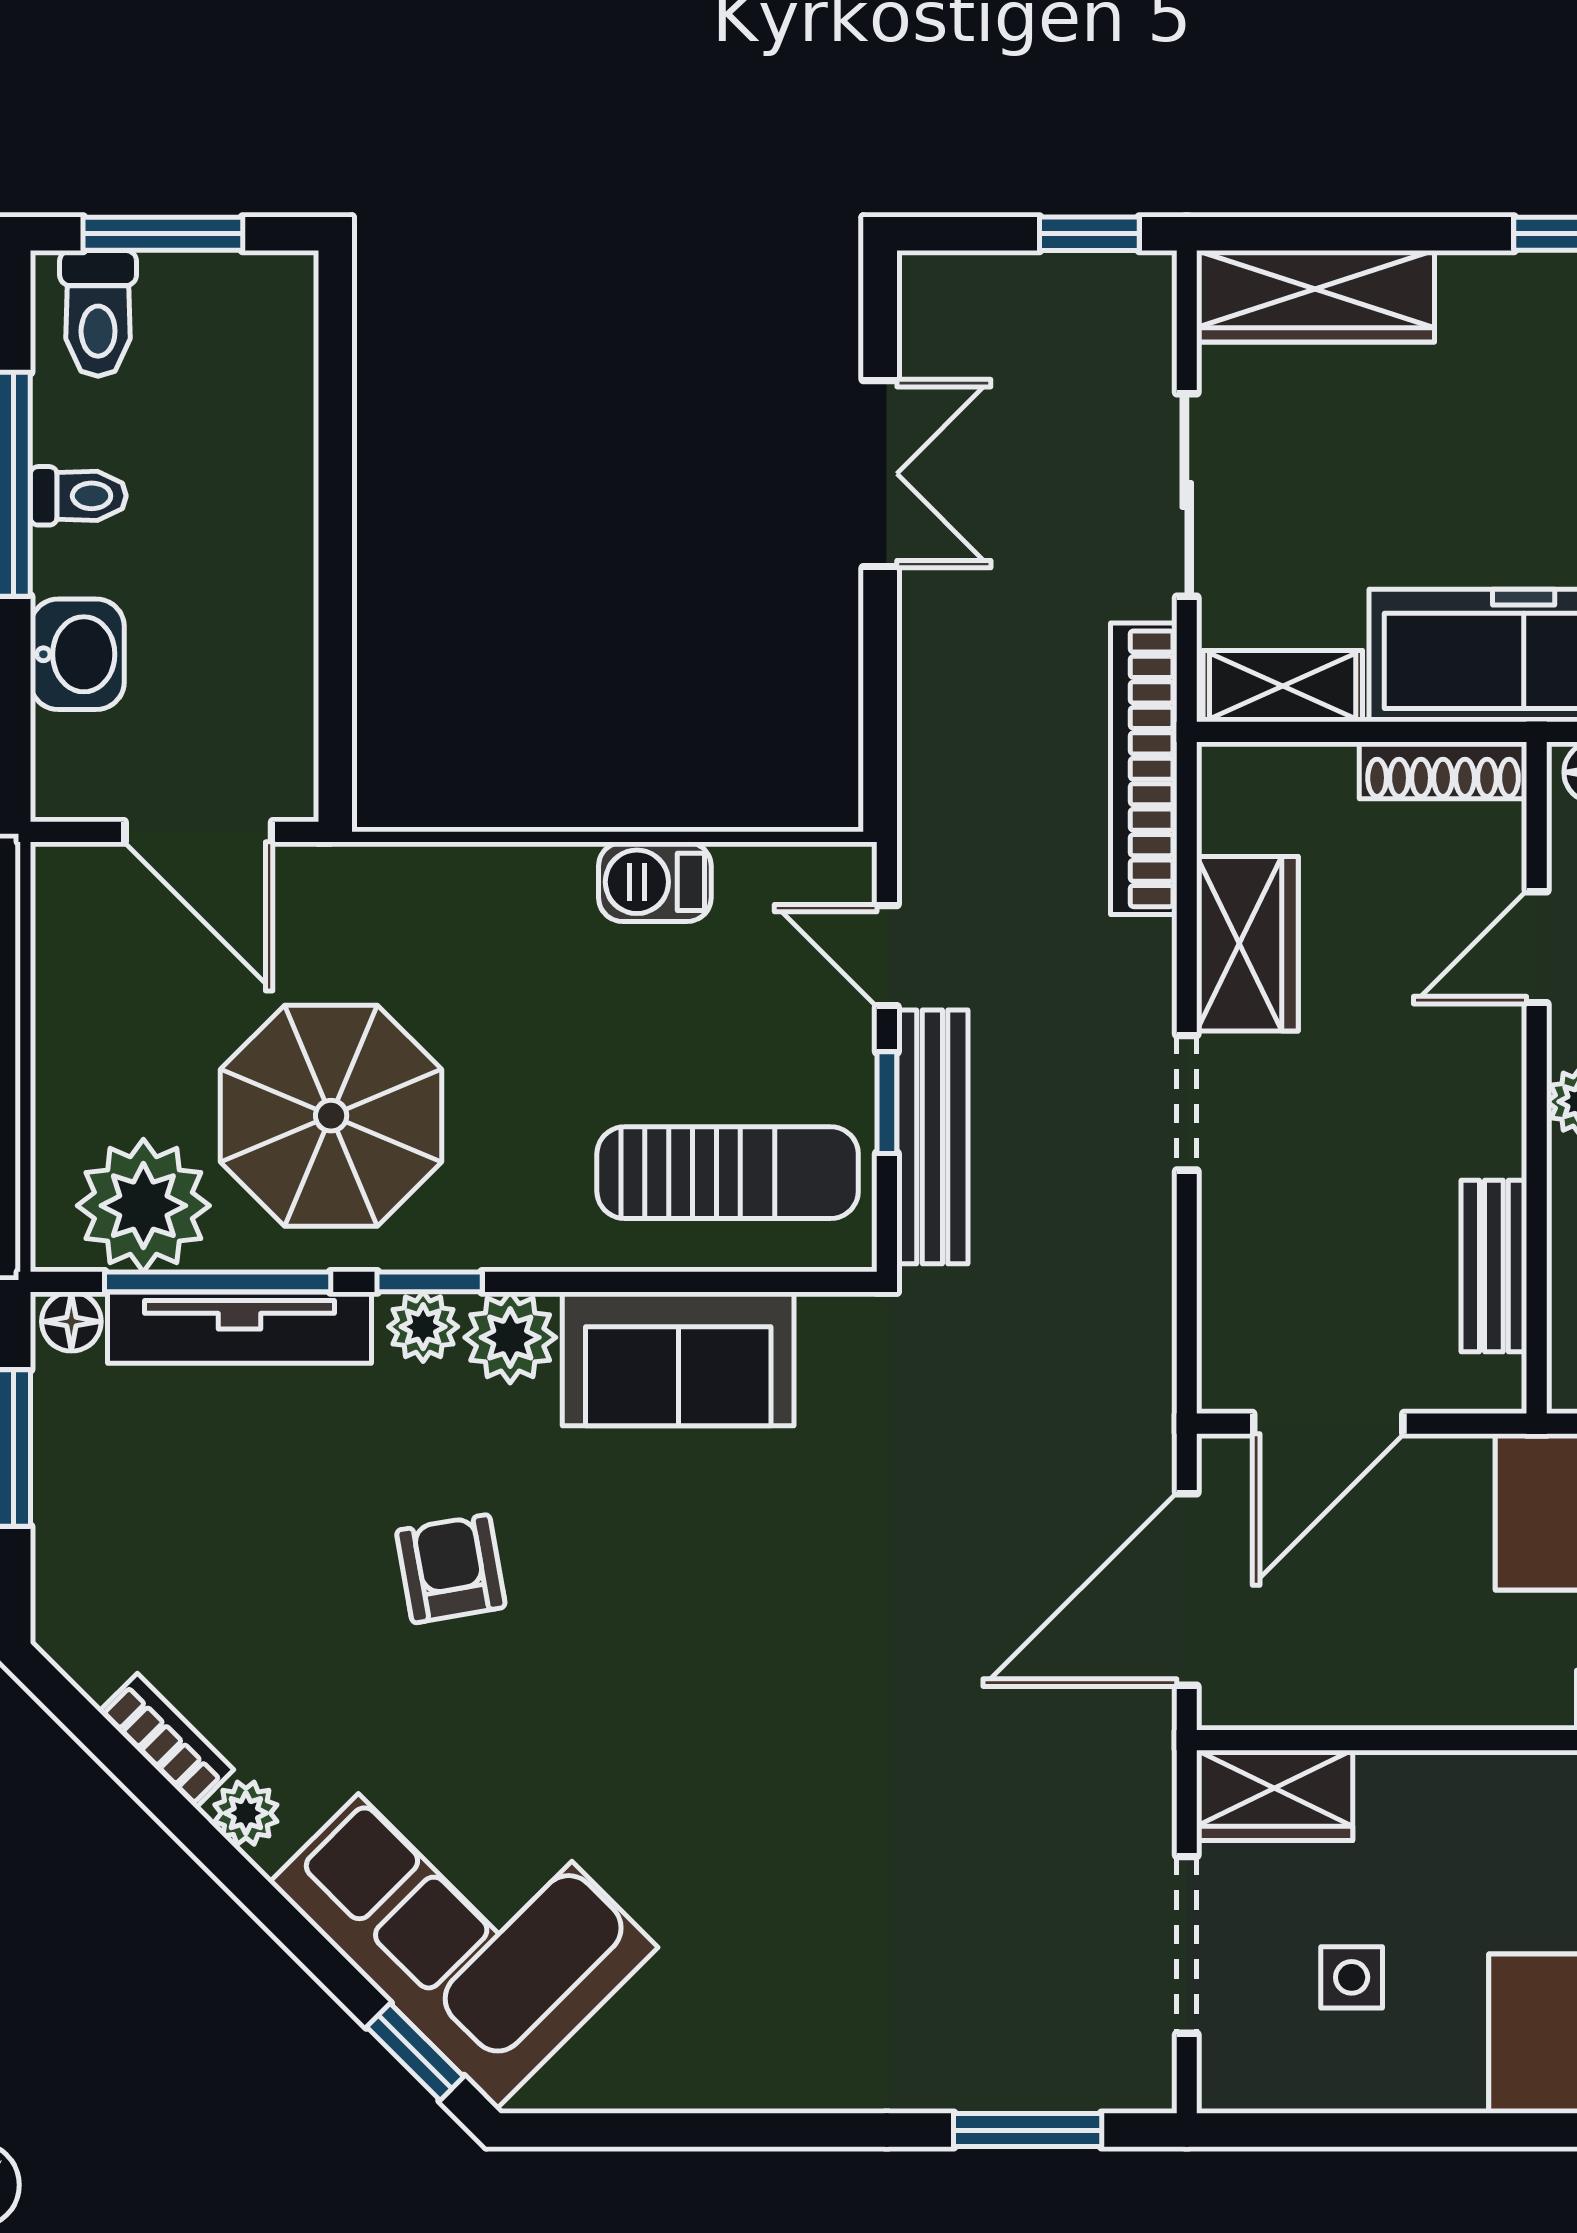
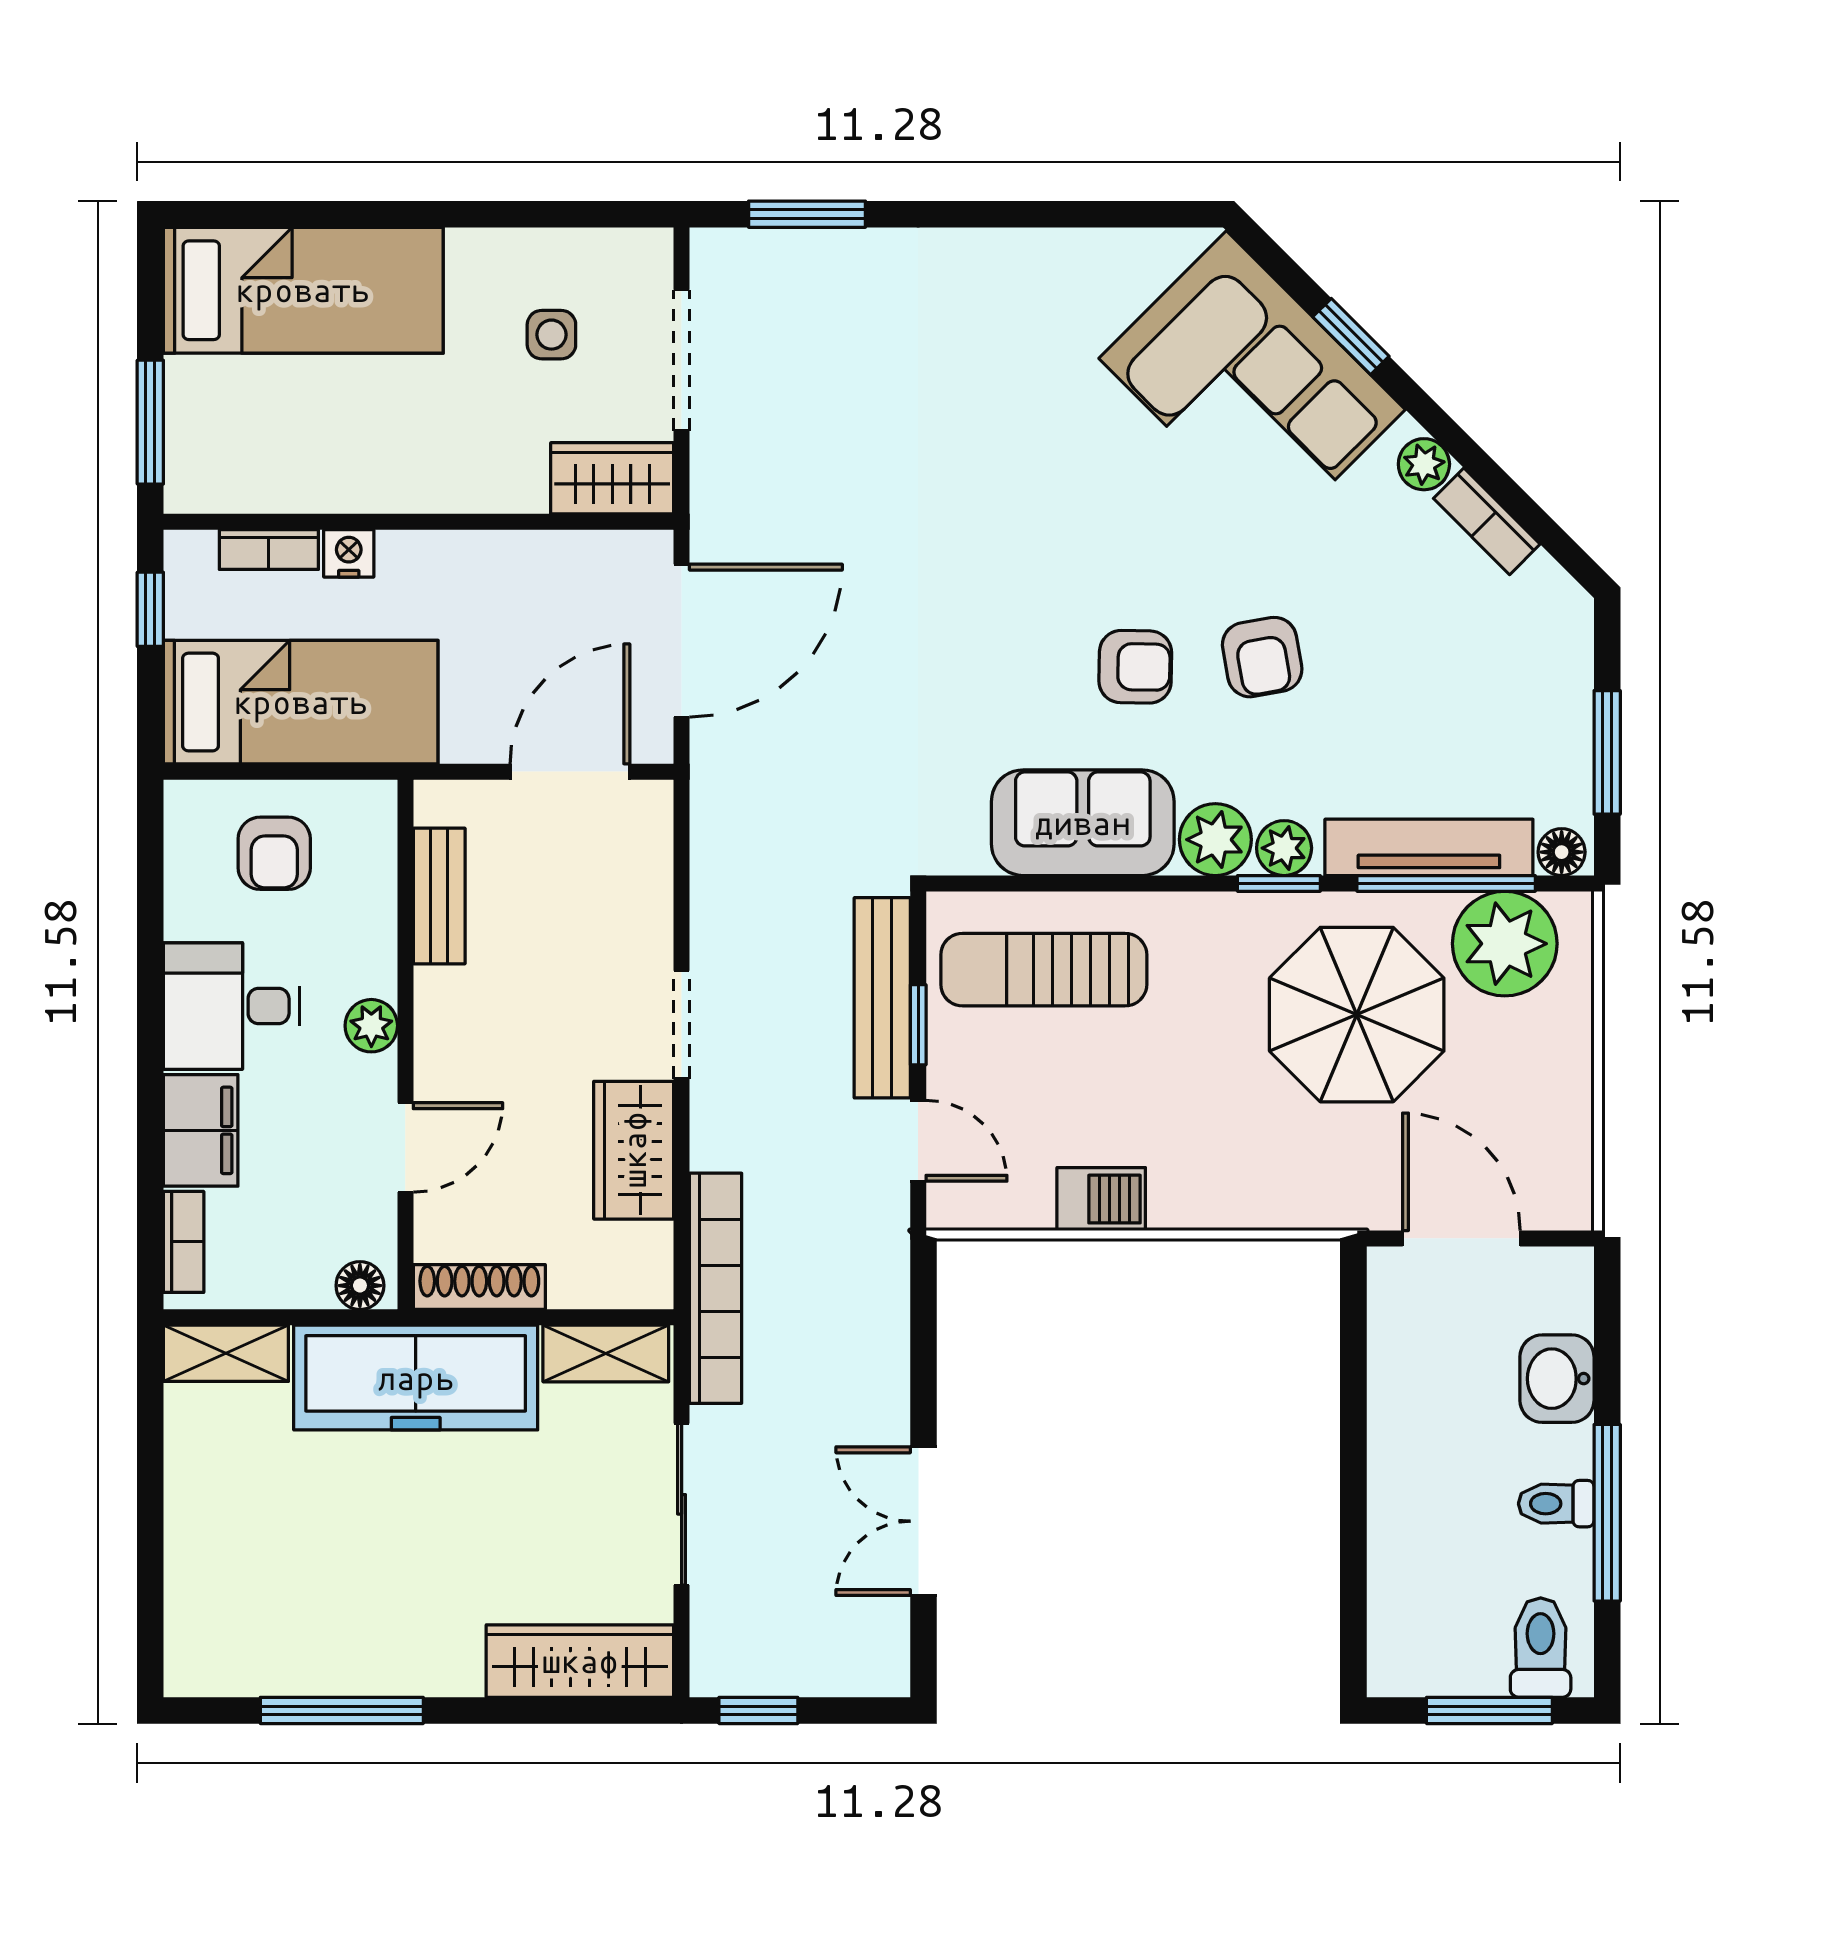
armchair: (612, 1556) -> (1135, 667), added
window: (415, 2052) -> (1351, 337), moved

